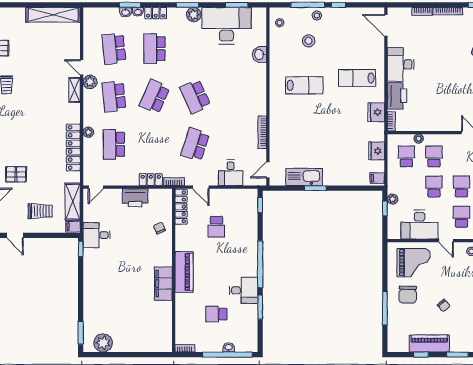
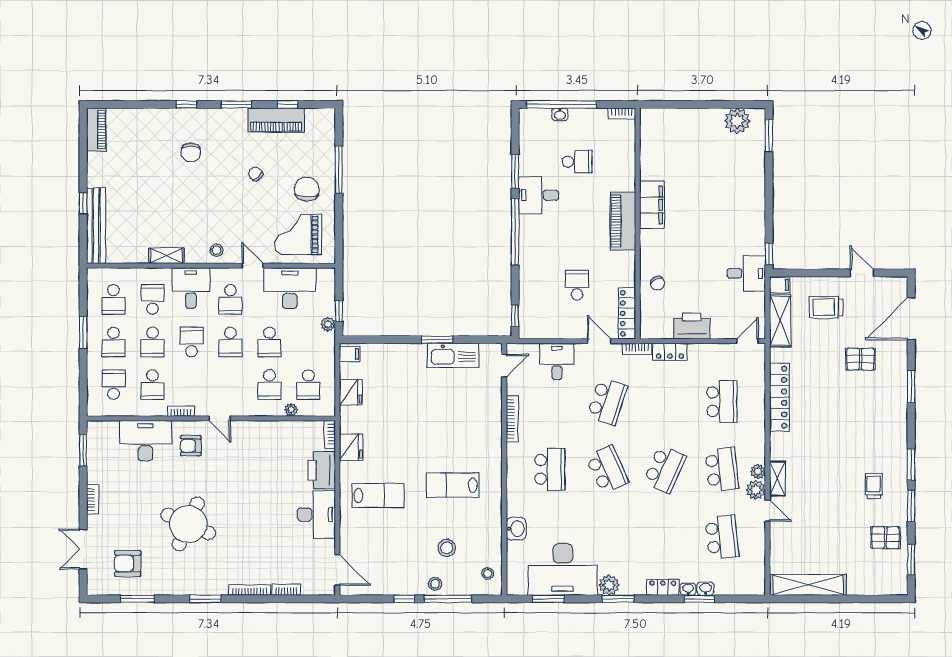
school desk: (154, 49) -> (550, 469), moved
plant: (88, 132) -> (758, 471), moved

